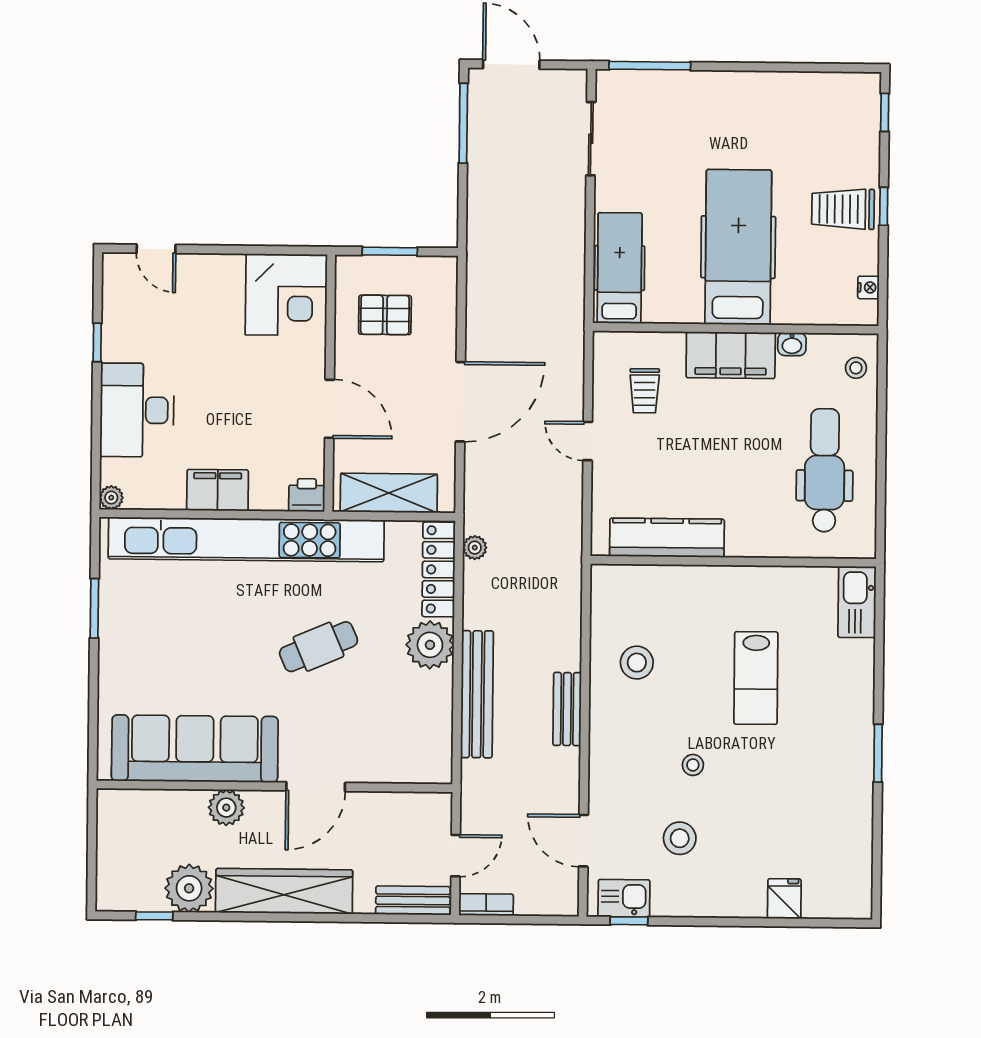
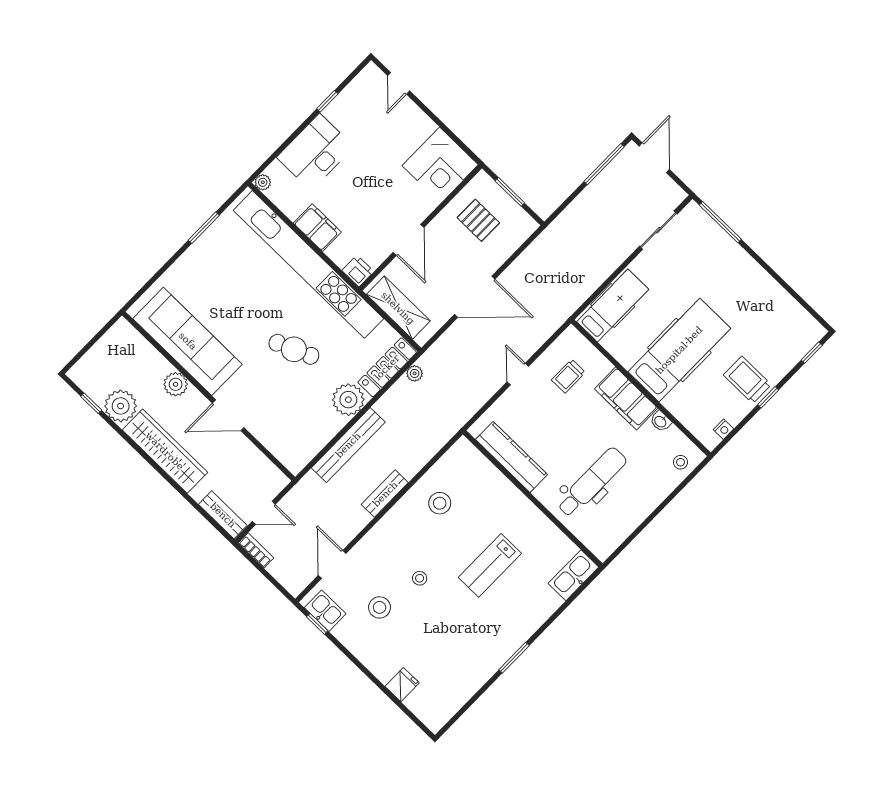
dental chair: (825, 470) -> (592, 482), moved

